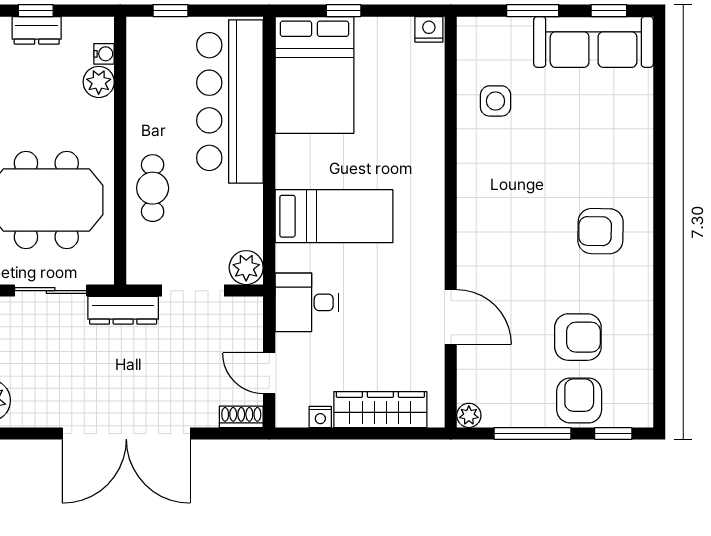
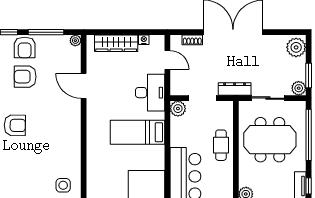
desk: (307, 302) -> (150, 93), width x1.37
shoe rack: (241, 417) -> (192, 40), moved

